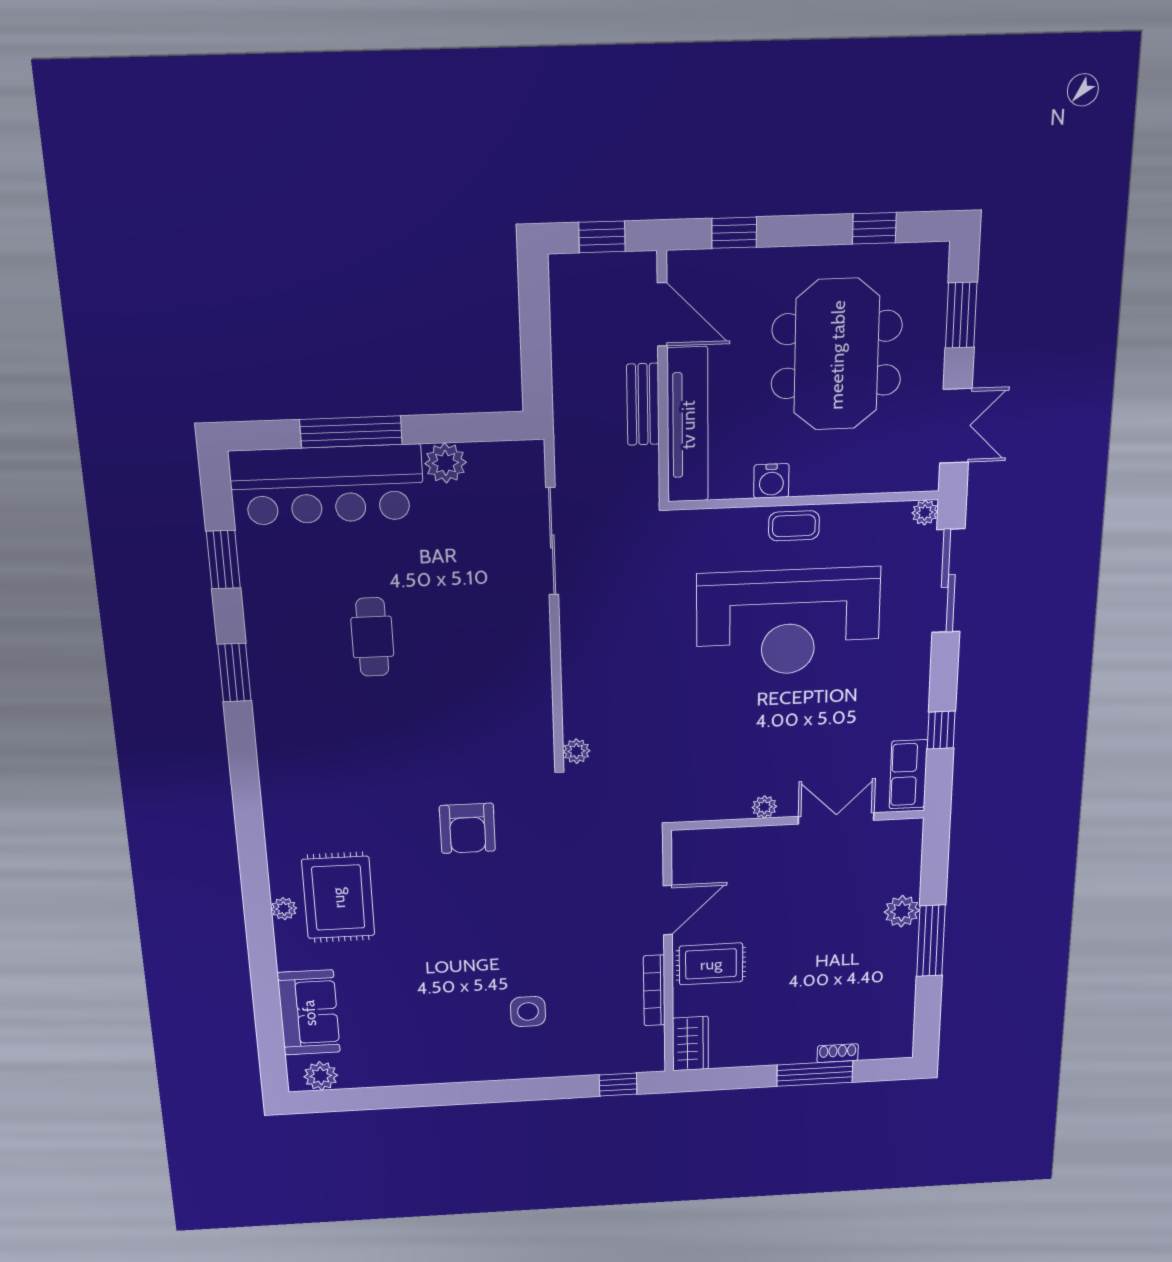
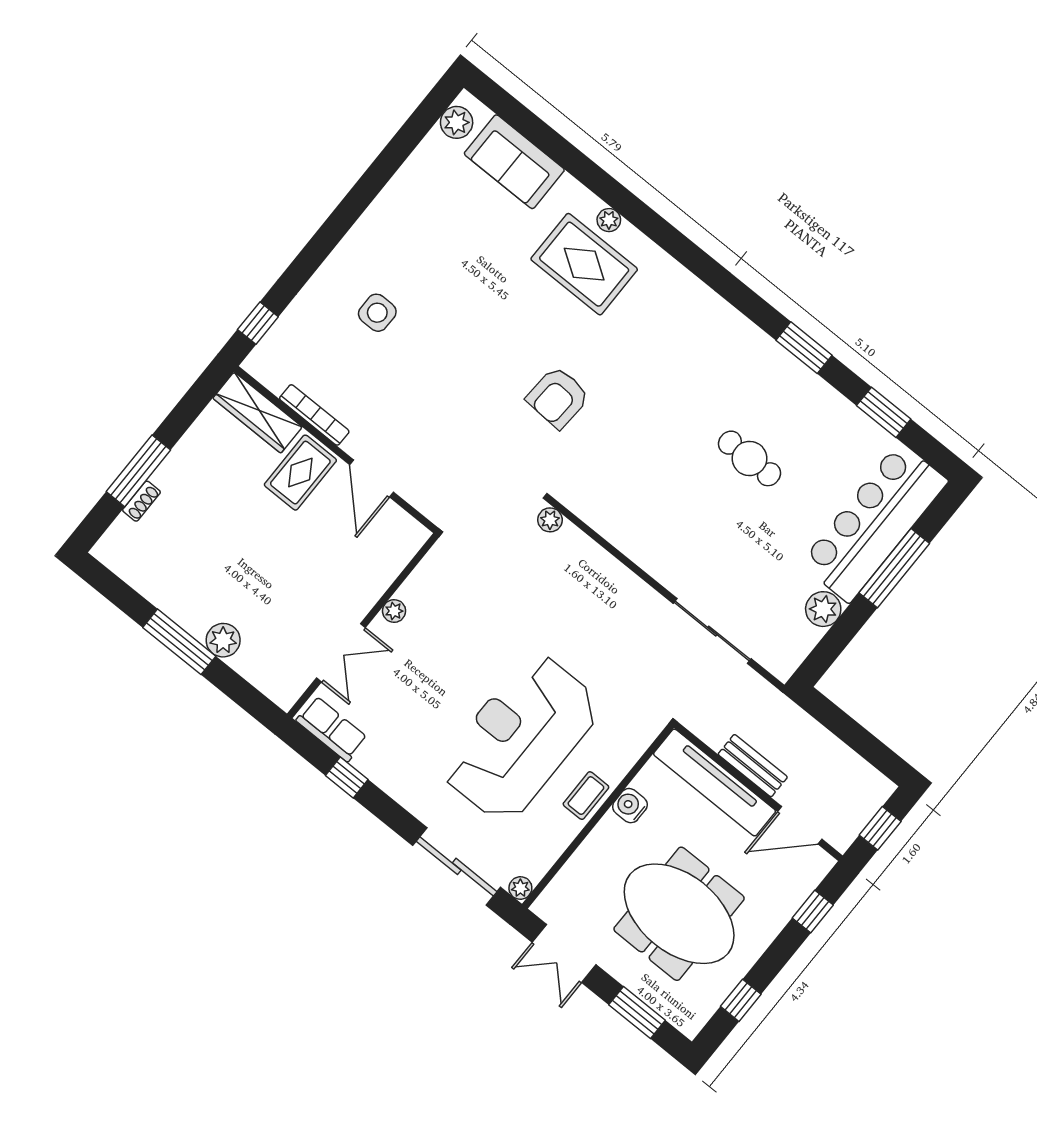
armchair: (467, 828) -> (558, 397), turned -87
wardrobe: (690, 1044) -> (257, 413), width x1.50

